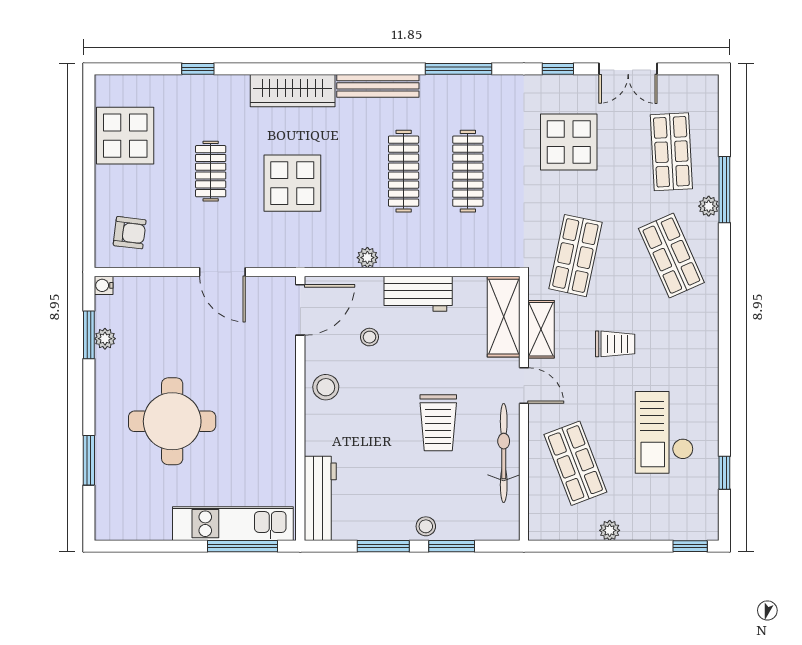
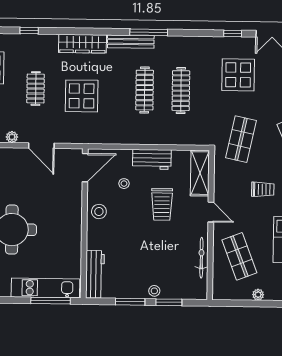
window: (458, 69) -> (149, 32), moved
plant: (367, 258) -> (12, 137), moved
shelving: (541, 329) -> (221, 180), removed
trolley: (438, 423) -> (162, 204), moved
bicycle: (504, 453) -> (201, 258), width x0.73, depth x0.71

